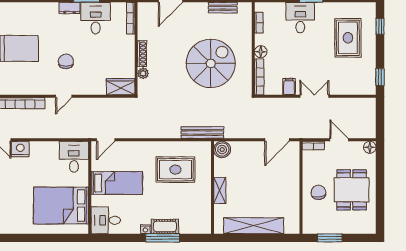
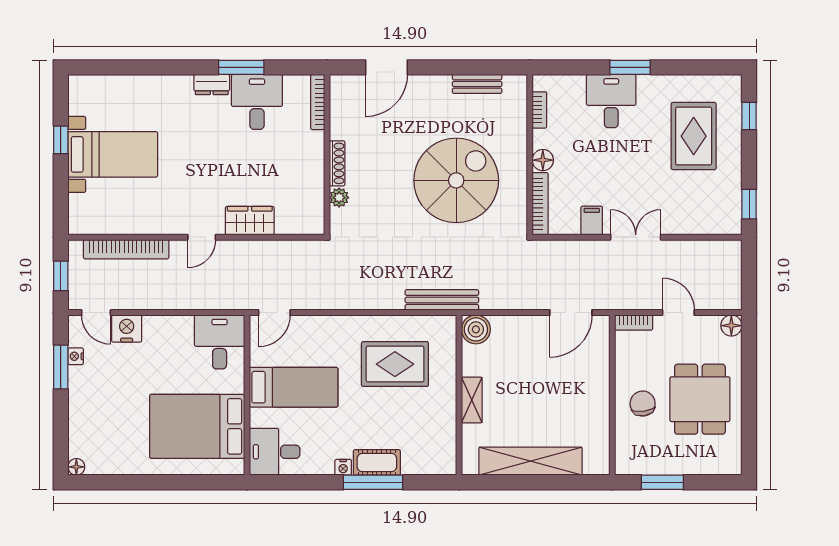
chair: (66, 61) -> (206, 177), removed
wardrobe: (121, 87) -> (250, 221), moved

